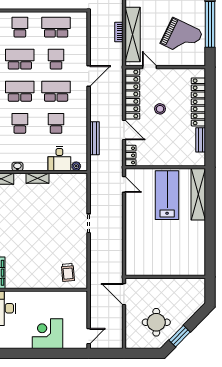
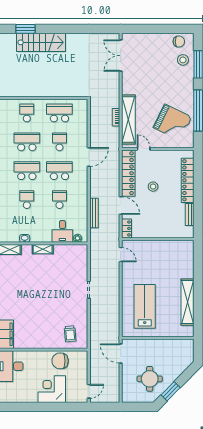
shelving: (198, 194) -> (188, 302), moved
lab bench: (167, 195) -> (145, 306), moved
chair: (57, 302) -> (60, 361), added

